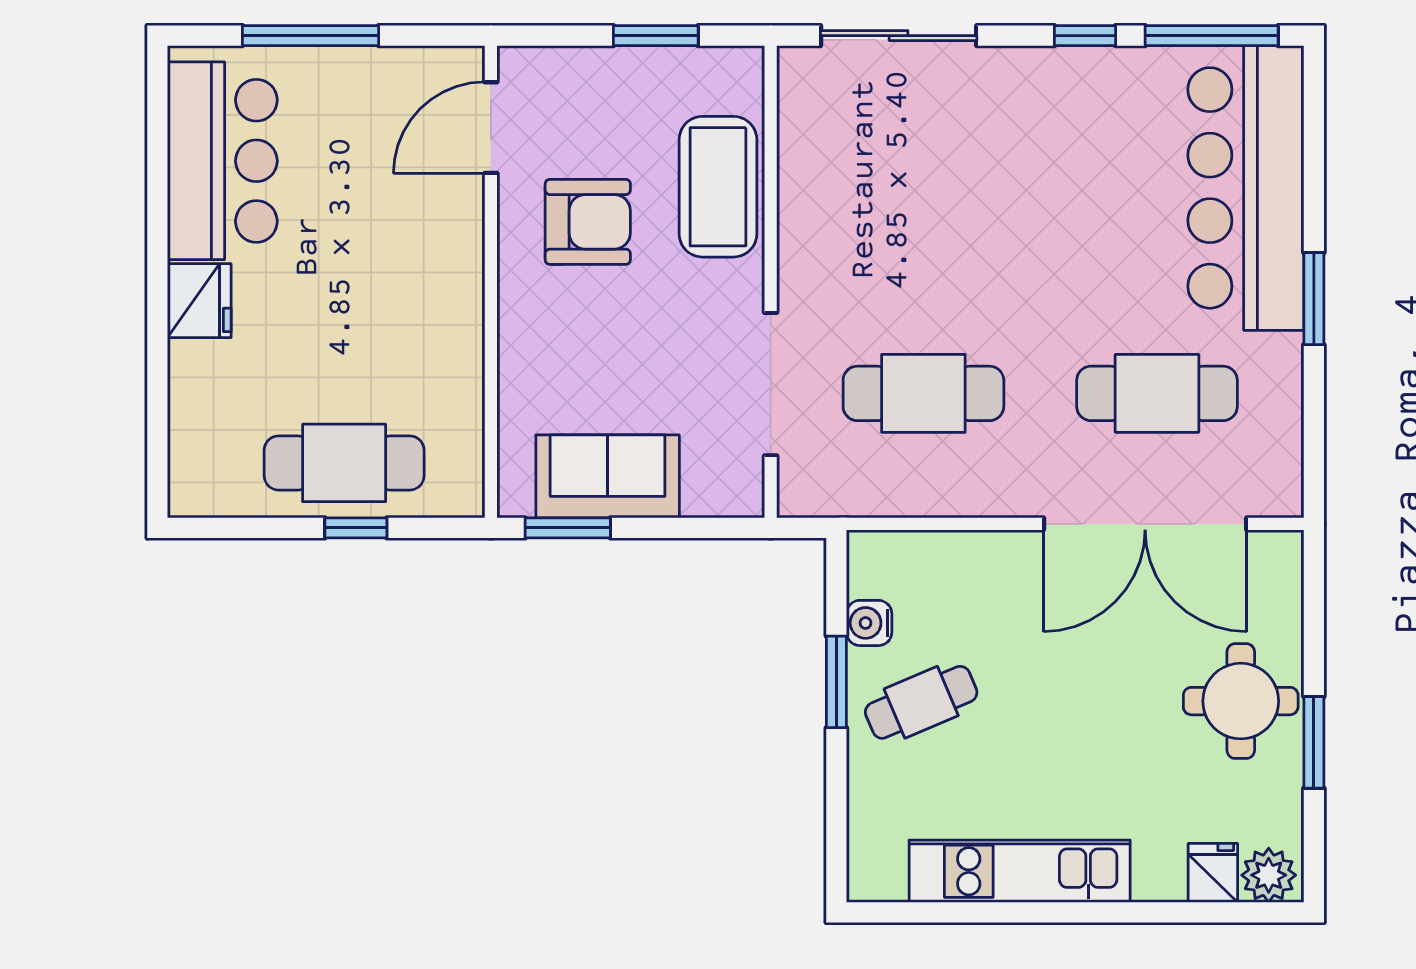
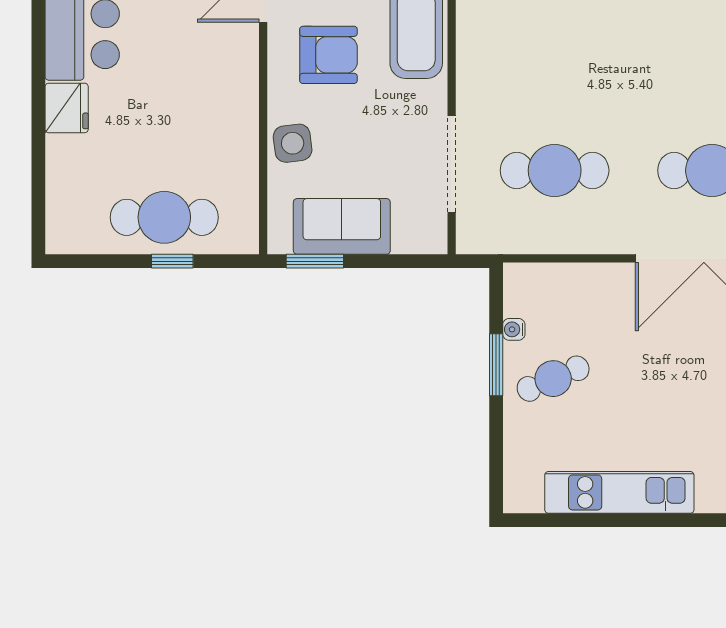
side table: (535, 353) -> (293, 143), added
water cooler: (869, 623) -> (514, 329), width x0.72, depth x0.72

